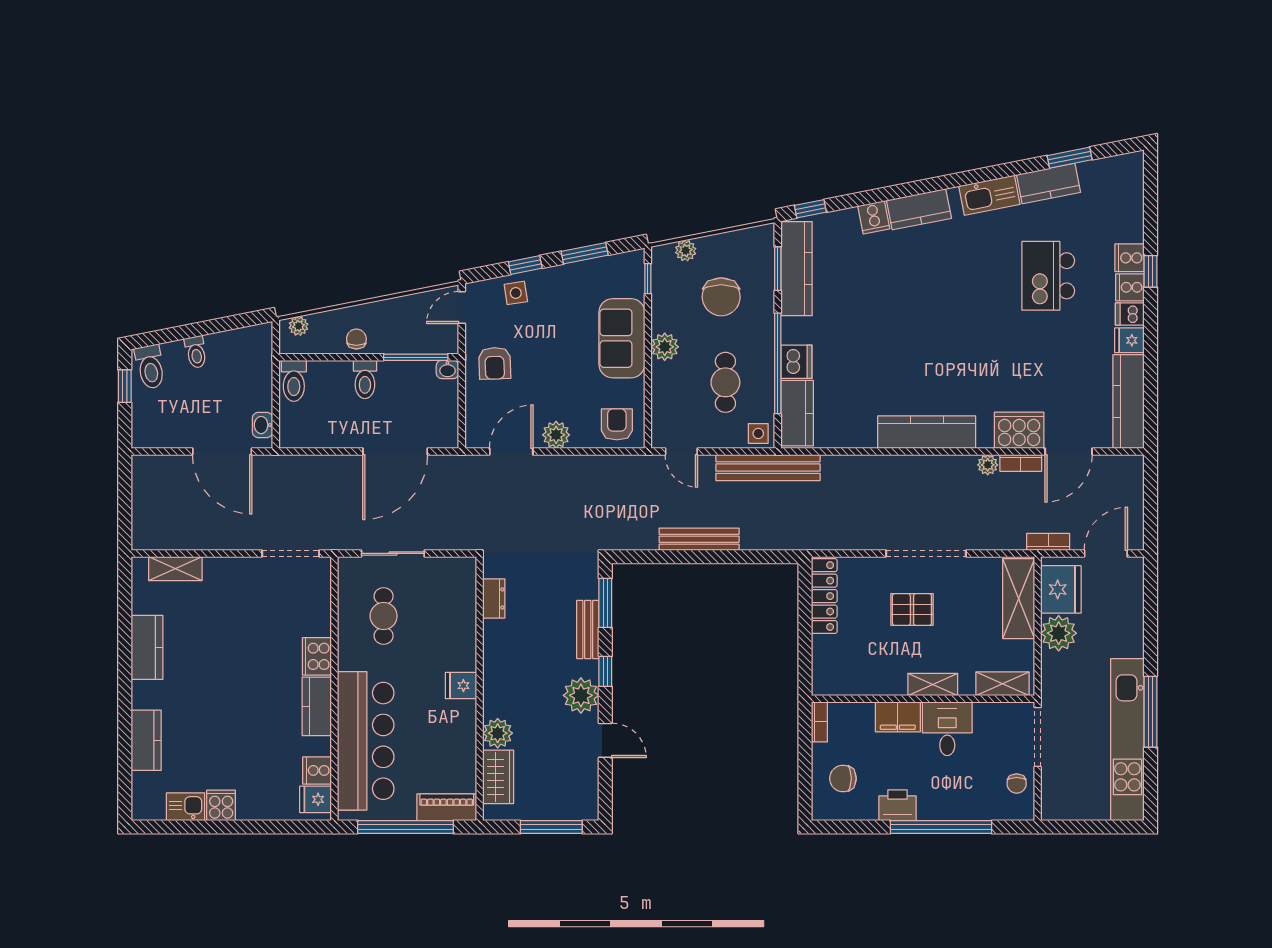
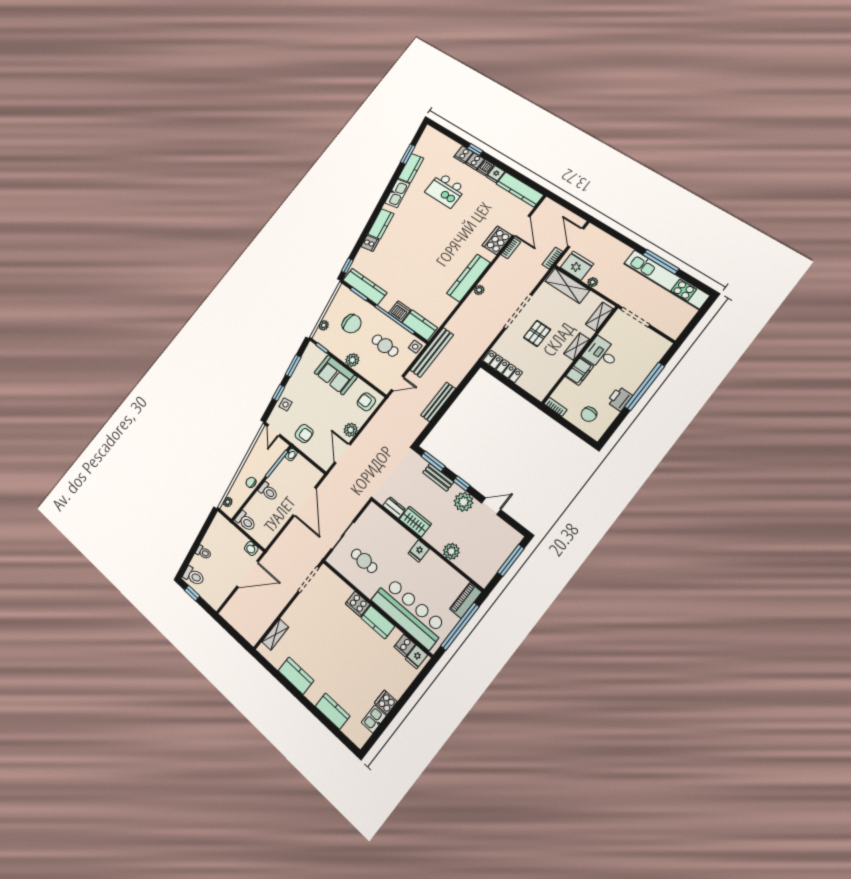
plant: (988, 465) -> (479, 290), moved
plant: (1059, 633) -> (593, 282), width x0.53, depth x0.53
wardrobe: (498, 777) -> (415, 522), moved
chair: (1017, 784) -> (650, 340), removed

